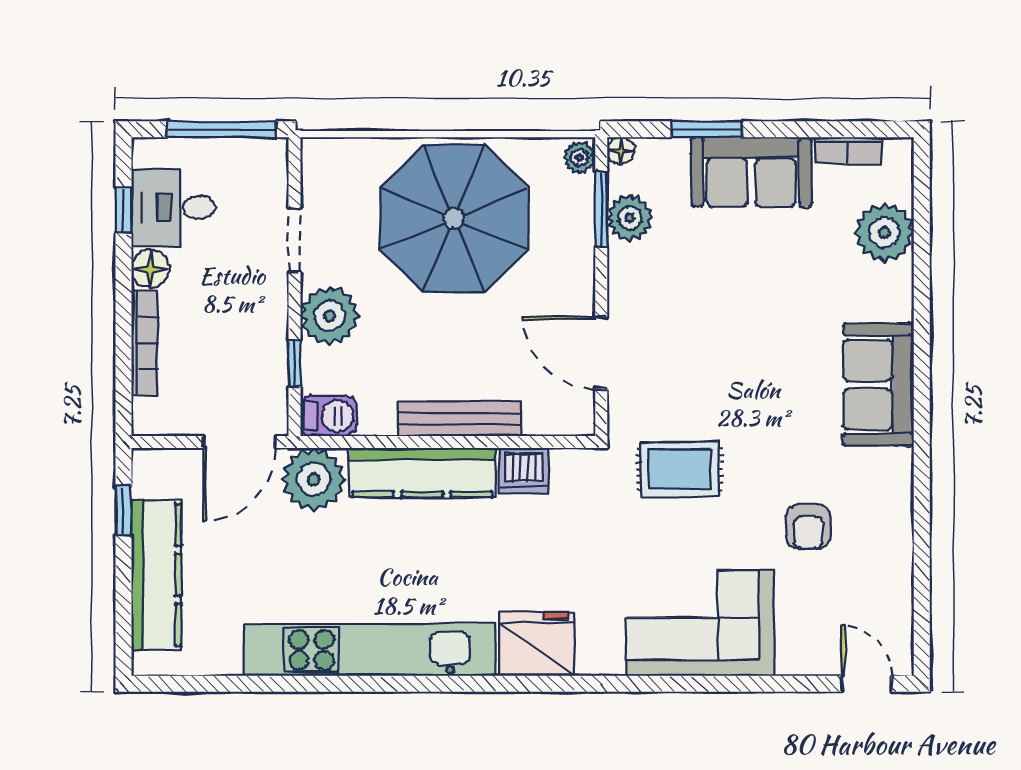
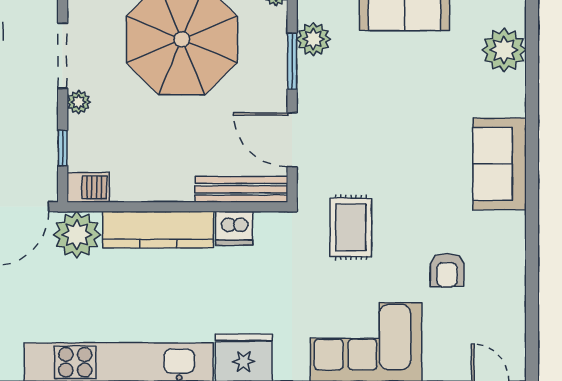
window: (601, 209) -> (292, 61), moved
doorway: (294, 240) -> (63, 56), width x1.38
plant: (330, 316) -> (79, 102), width x0.53, depth x0.53
bench: (460, 419) -> (241, 189), moved
rug: (680, 469) -> (351, 227), turned 90

